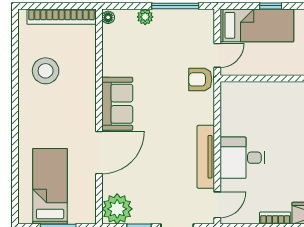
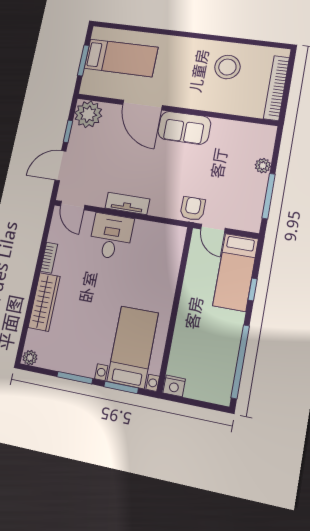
floor lamp: (108, 17) -> (268, 131), removed
tv unit: (206, 157) -> (127, 203), width x0.71

